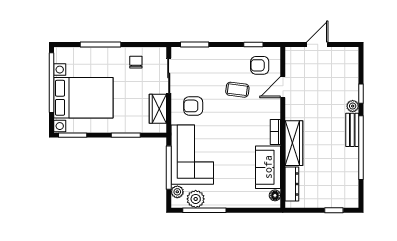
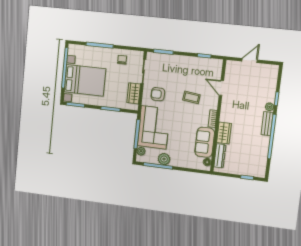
armchair: (260, 65) -> (207, 71), removed
door: (283, 87) -> (221, 88), hinge flipped
coffee table: (237, 90) -> (191, 97), moved
wardrobe: (294, 143) -> (224, 133), width x0.67
plant: (196, 199) -> (164, 159), moved

